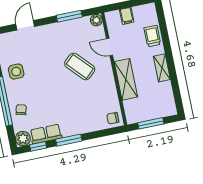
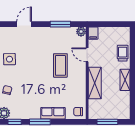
filing cabinet: (127, 16) -> (93, 33), moved
coffee table: (80, 66) -> (60, 65), turned 43
row of seats: (46, 134) -> (53, 113), moved

